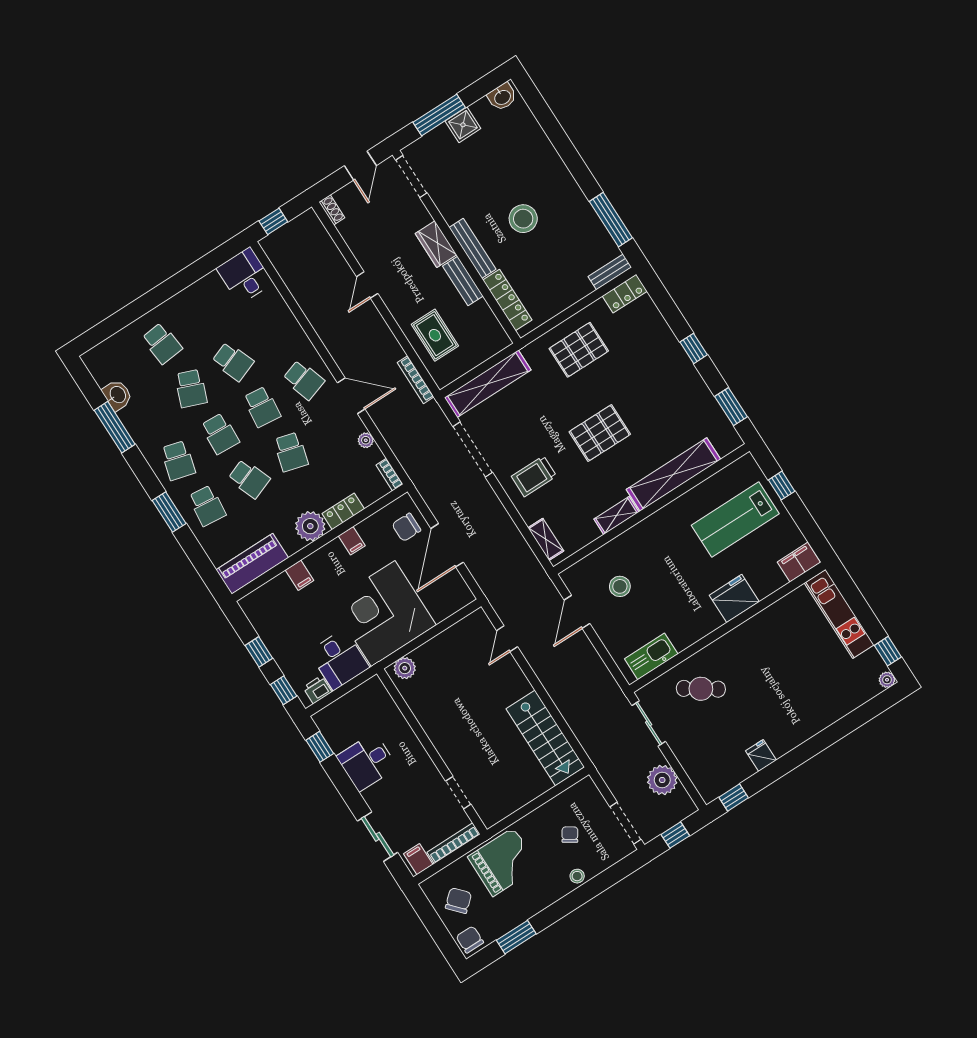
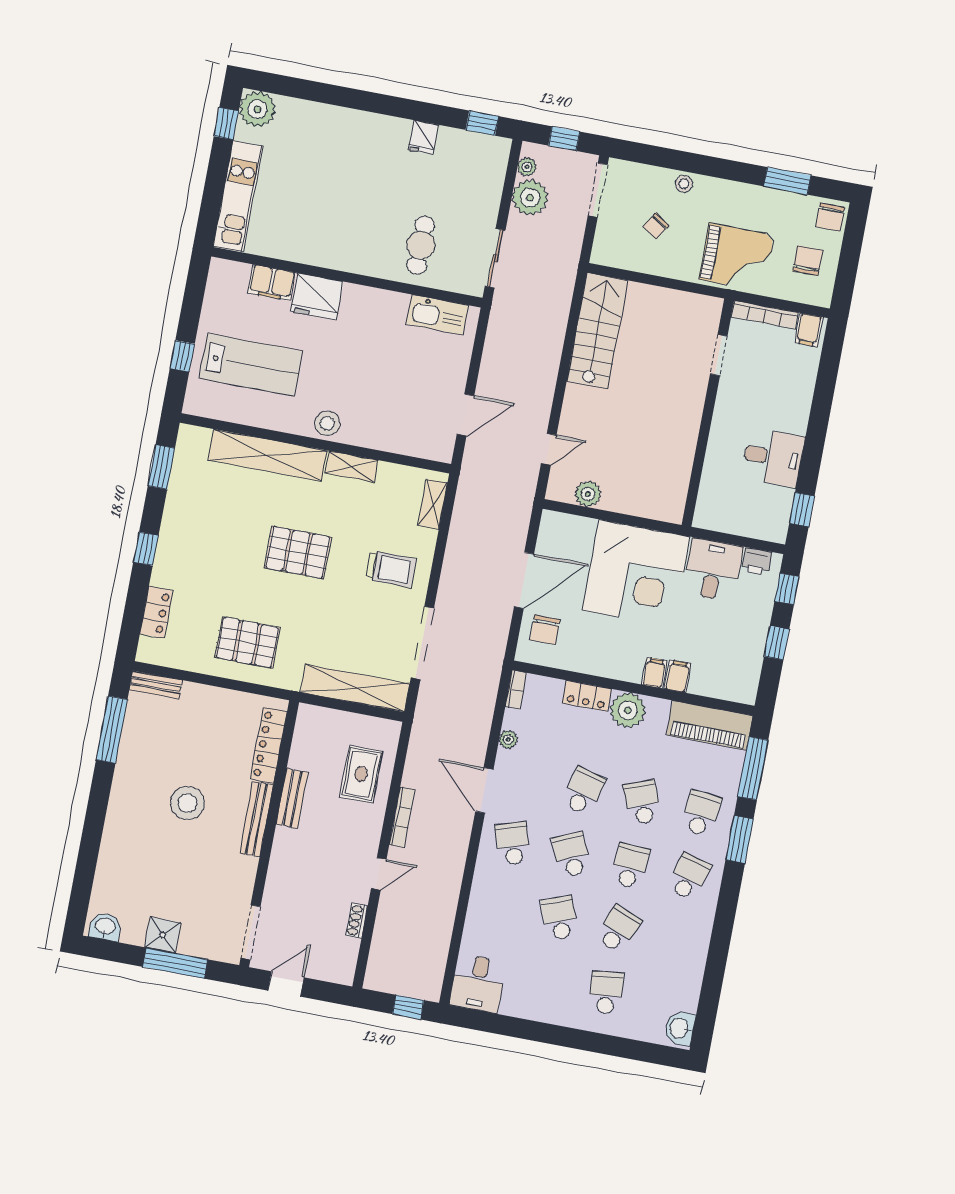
shoe rack: (332, 210) -> (357, 921), moved
wardrobe: (436, 244) -> (285, 853), removed
locker: (625, 294) -> (156, 612), moved, turned 90
bookcase: (416, 380) -> (402, 817), moved
washbasin: (117, 395) -> (680, 1028), moved
school desk: (262, 407) -> (571, 855), turned -30
window: (115, 427) -> (753, 768), moved
chair: (406, 527) -> (545, 630), turned 90
filing cabinet: (352, 541) -> (654, 673), moved
filing cabinet: (799, 562) -> (272, 283), moved
stool: (620, 586) -> (327, 423), moved
plant: (405, 668) -> (588, 494), moved
plant: (887, 680) -> (257, 109), width x1.88, depth x1.88
cafe table: (701, 689) -> (421, 245), turned 56
plant: (682, 797) -> (527, 167), added
sliding door: (378, 837) -> (826, 383), removed
grand piano: (503, 862) -> (737, 257), turned 180
chair: (458, 901) -> (808, 261), turned 132

